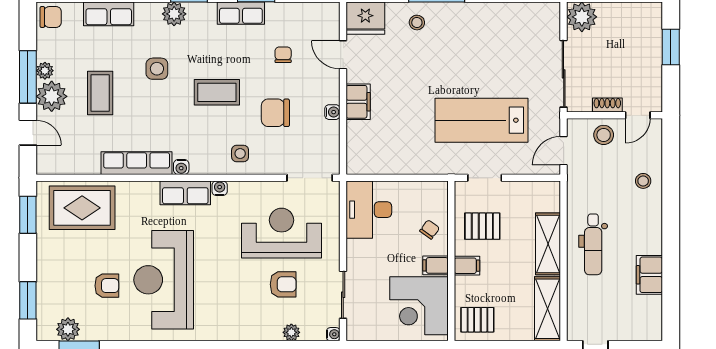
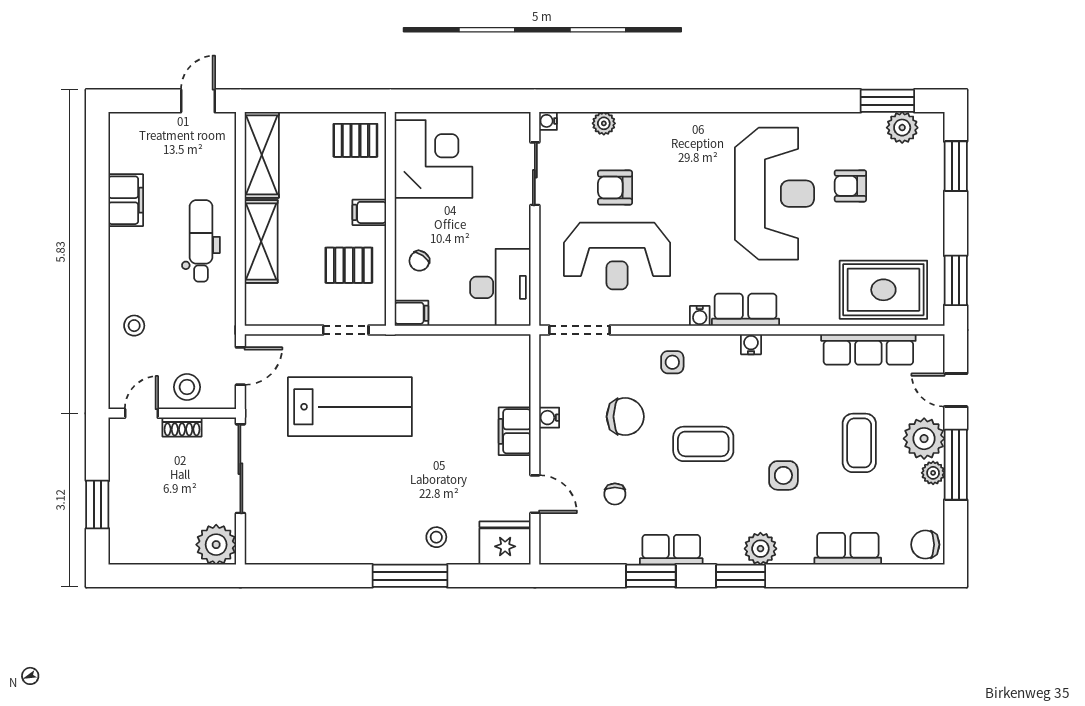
row of seats: (137, 163) -> (868, 349), moved
filing cabinet: (435, 265) -> (411, 313), moved

